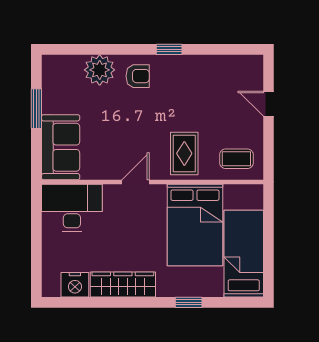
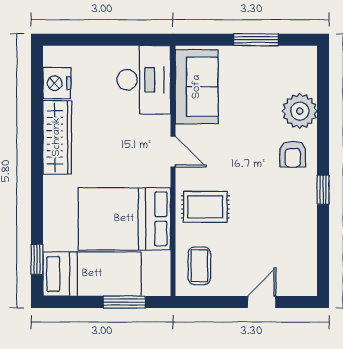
sofa: (61, 147) -> (197, 87), moved, turned -90
window: (269, 225) -> (124, 302), added
window: (189, 302) -> (37, 259), moved

